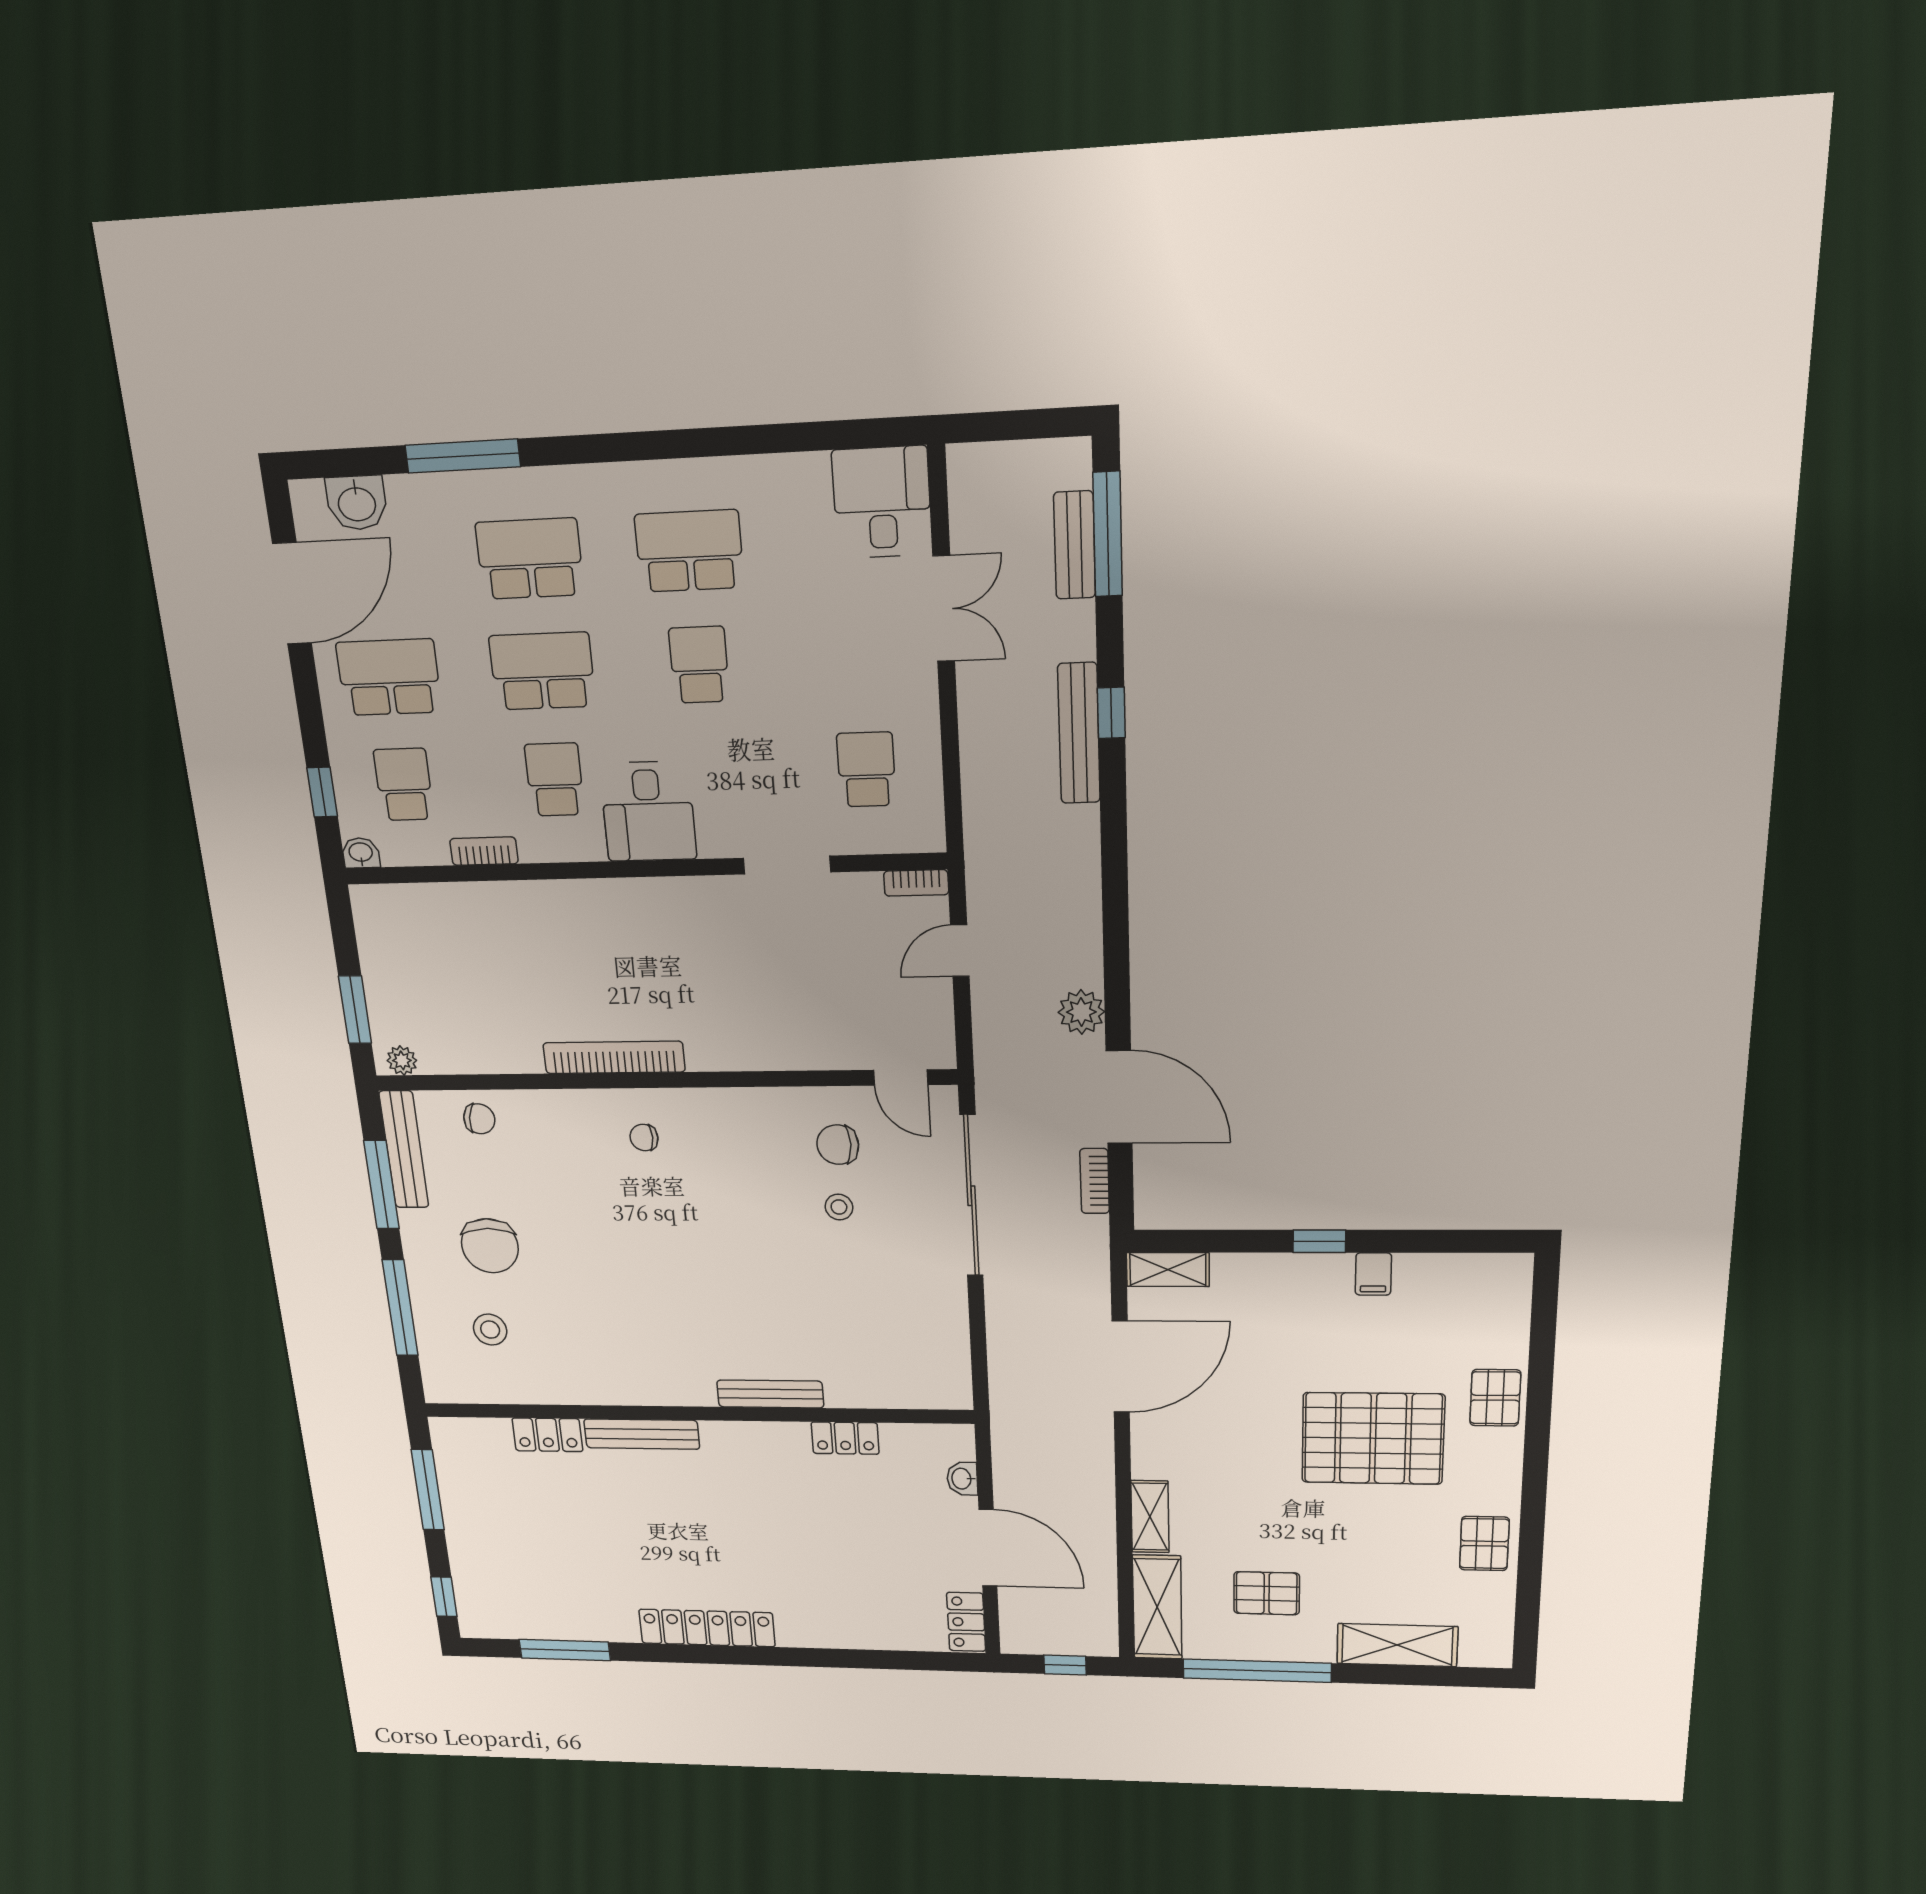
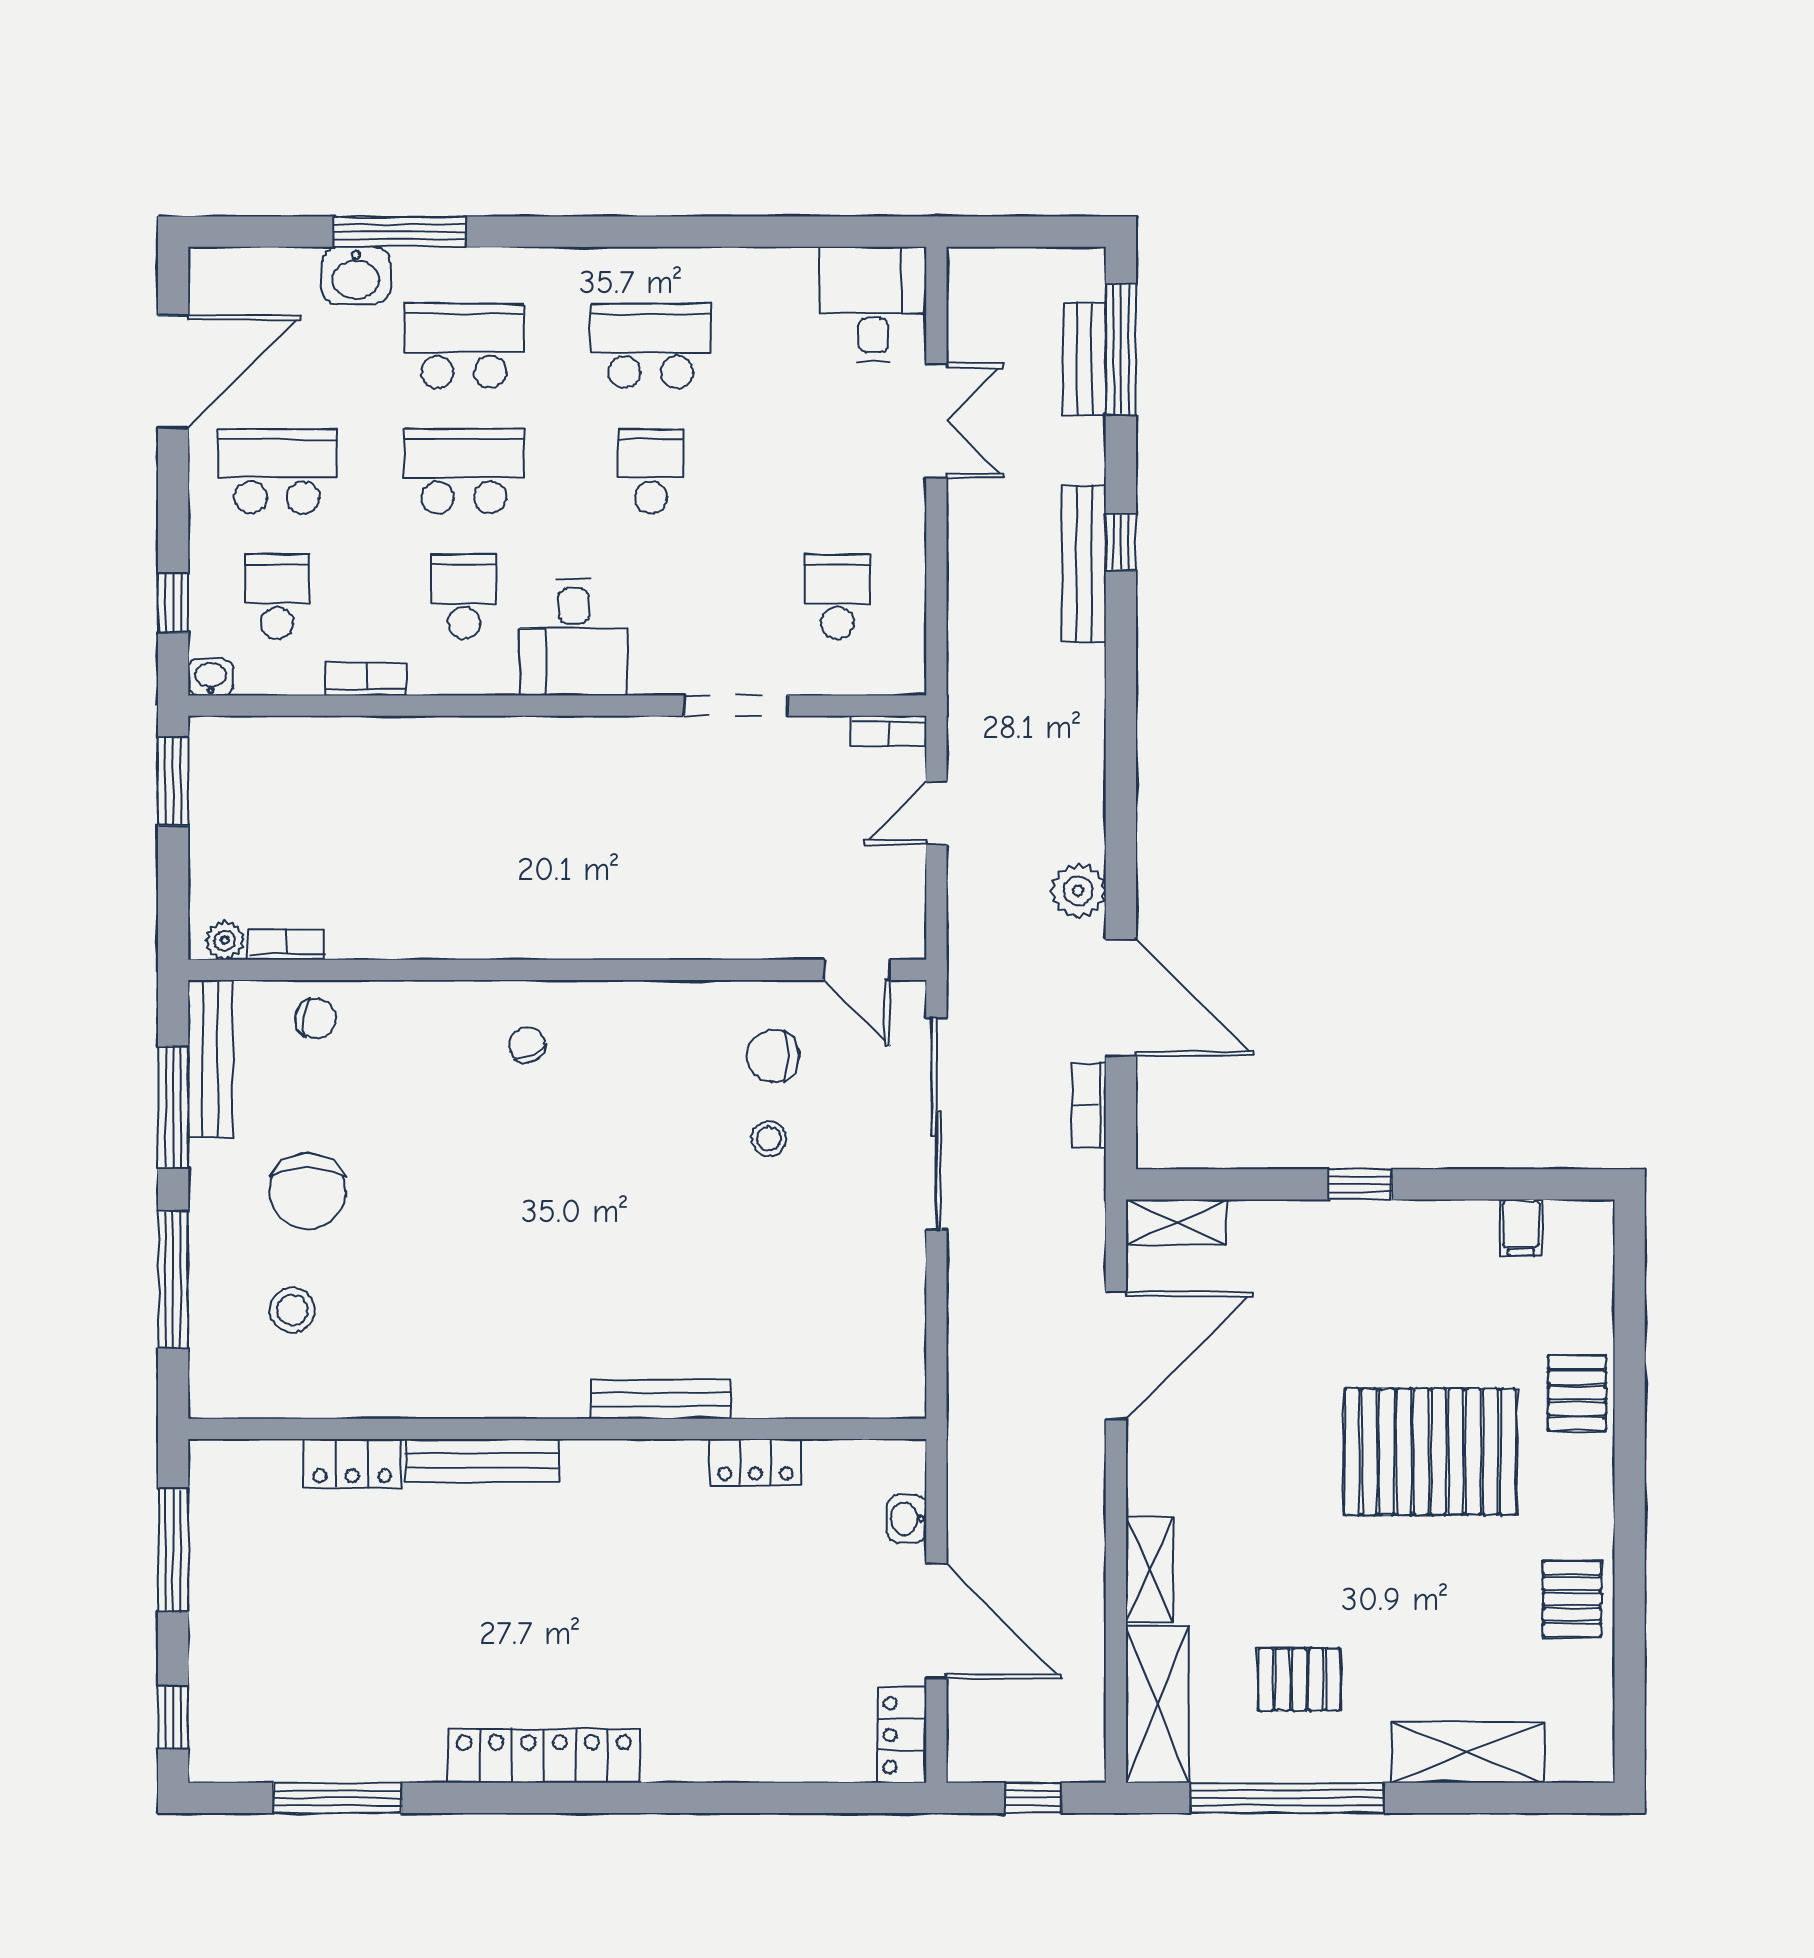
washbasin: (357, 503) -> (356, 276), moved
window: (355, 1010) -> (173, 781), moved
bookcase: (614, 1057) -> (287, 945), moved, width x0.43, depth x0.76
chair: (644, 1137) -> (527, 1045), turned 65
filing cabinet: (1373, 1274) -> (1521, 1228), moved

